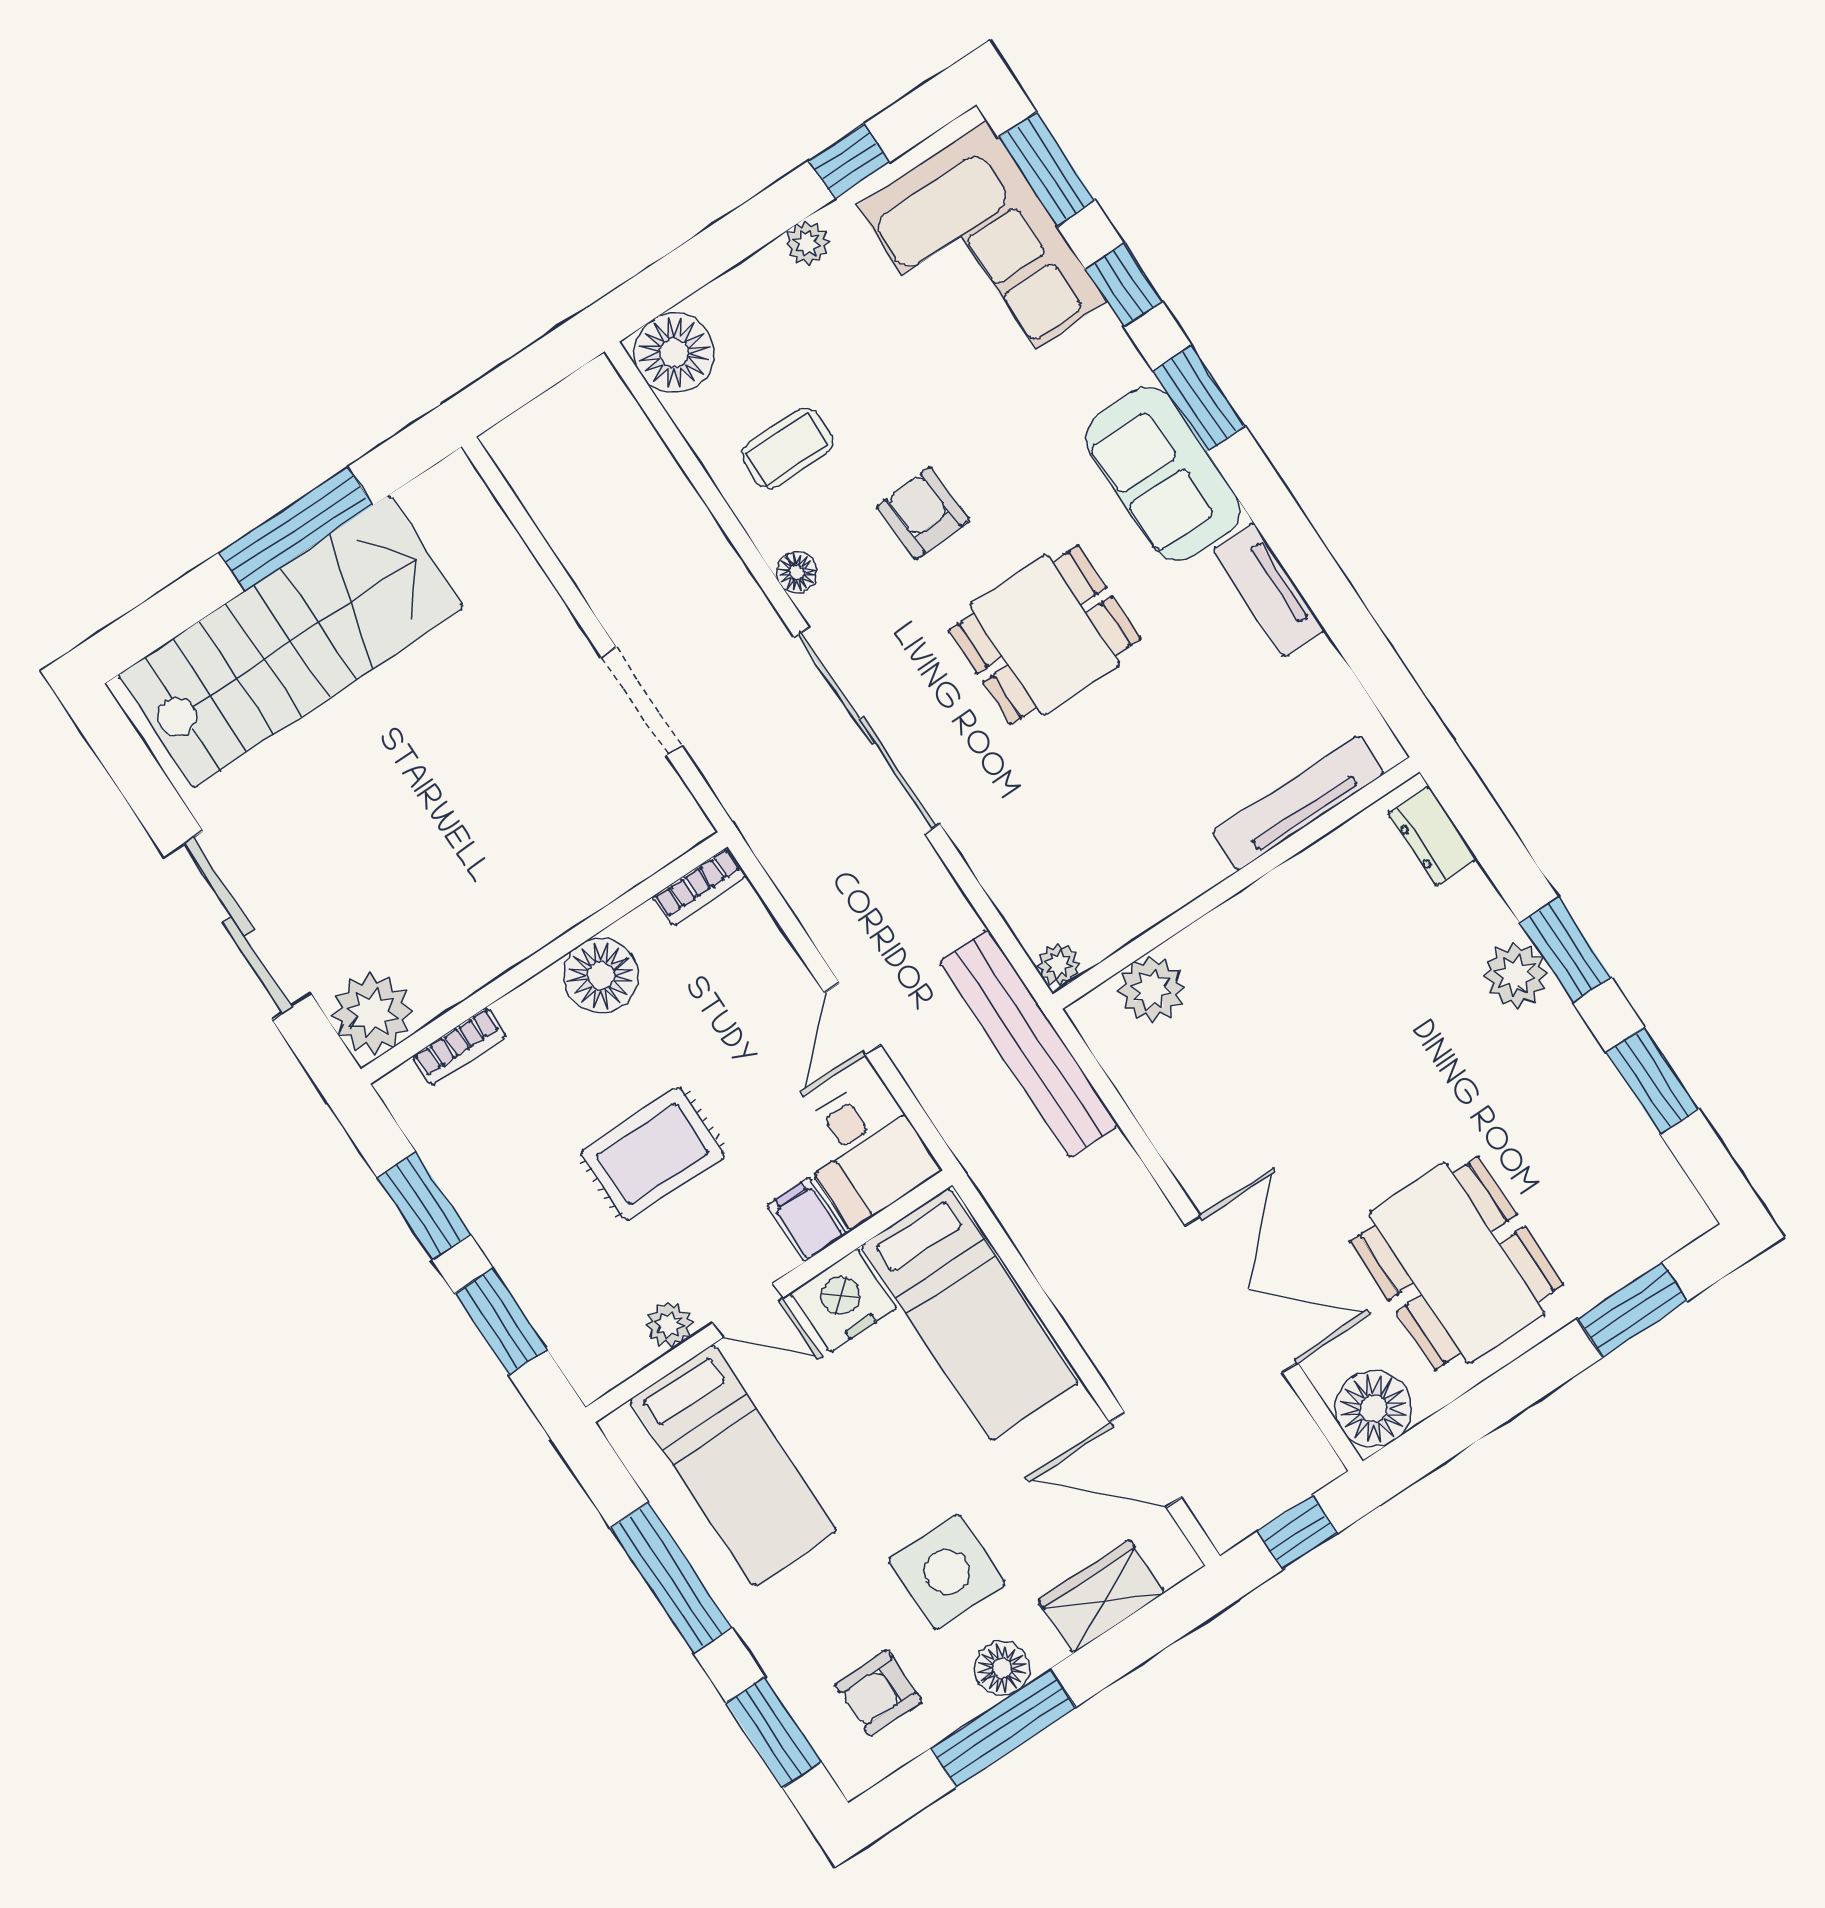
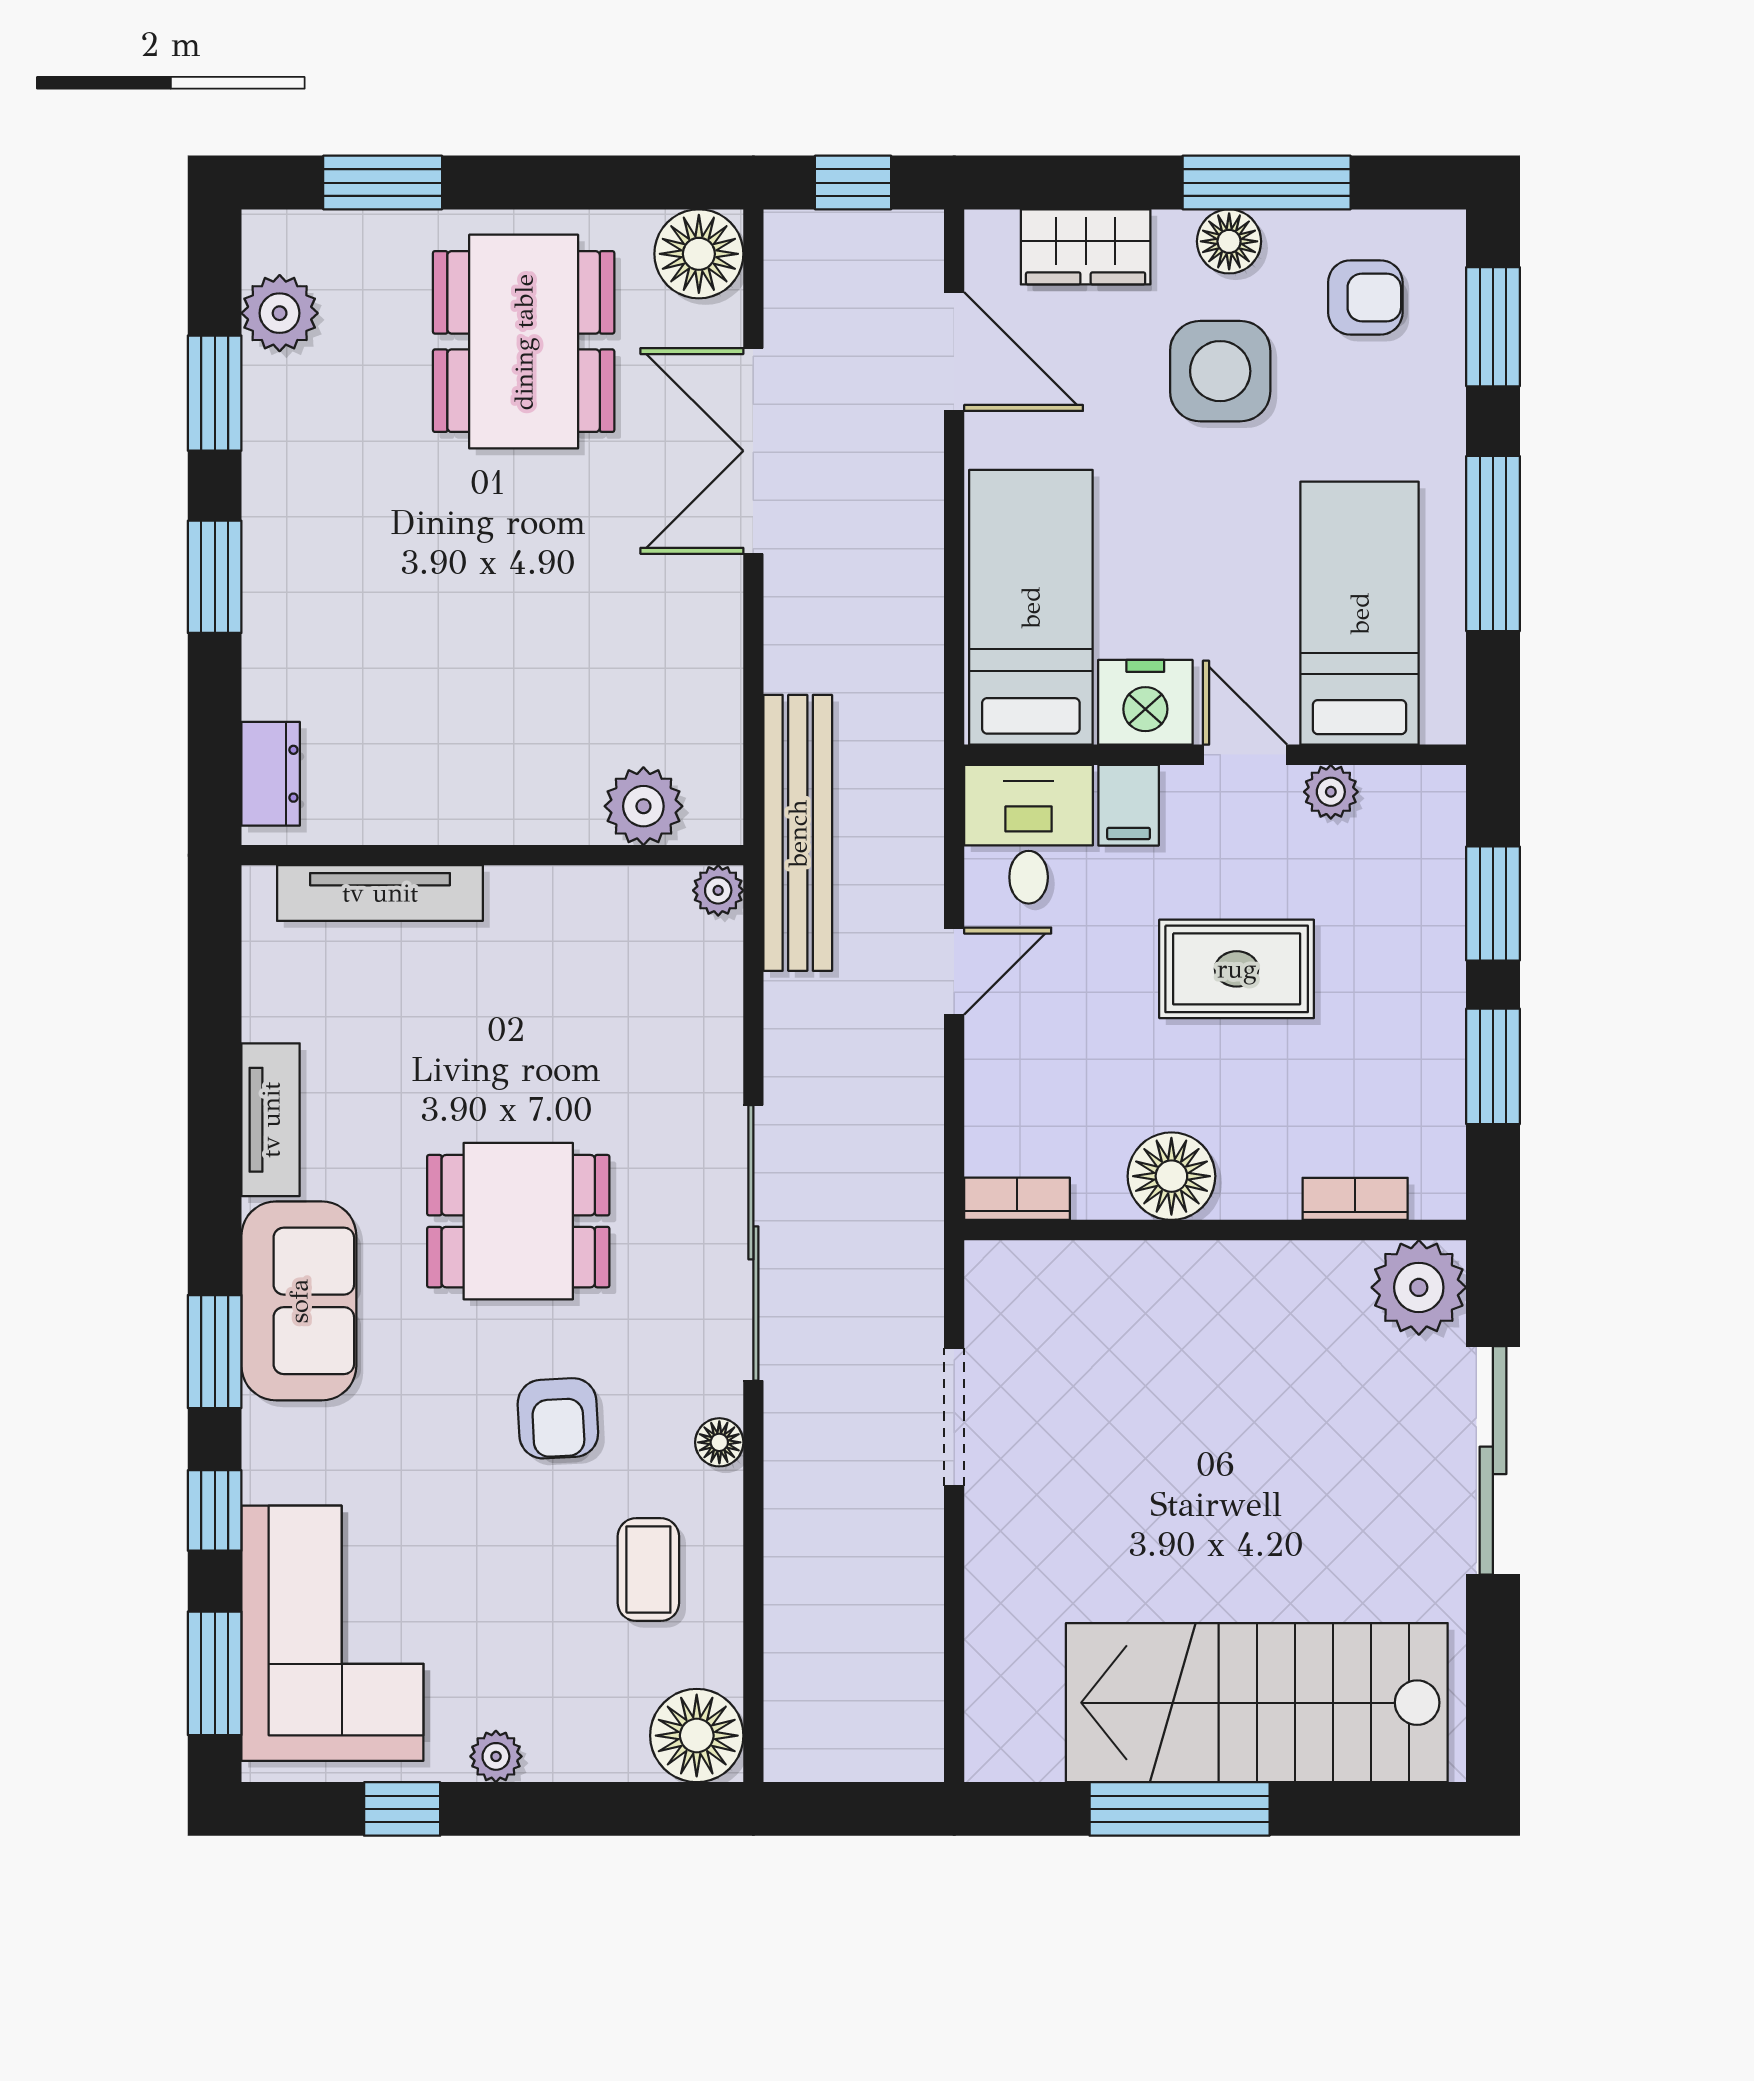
coffee table: (787, 448) -> (648, 1570), turned 90
plant: (1516, 975) -> (280, 313), moved

